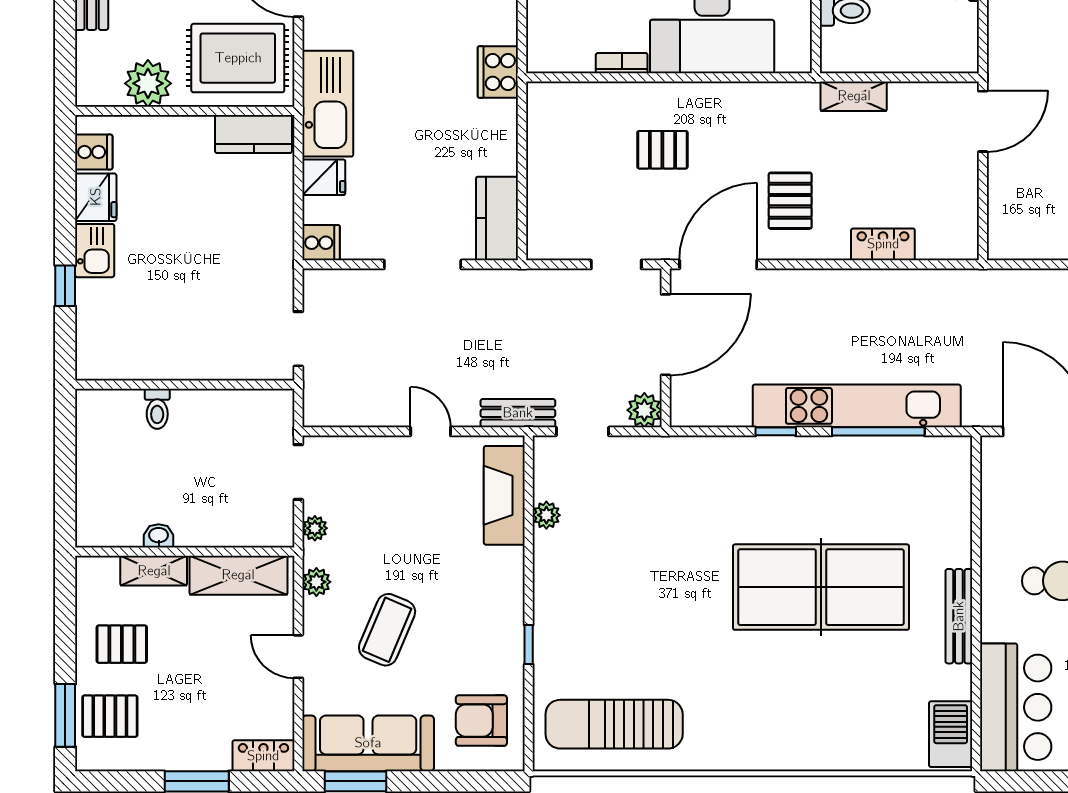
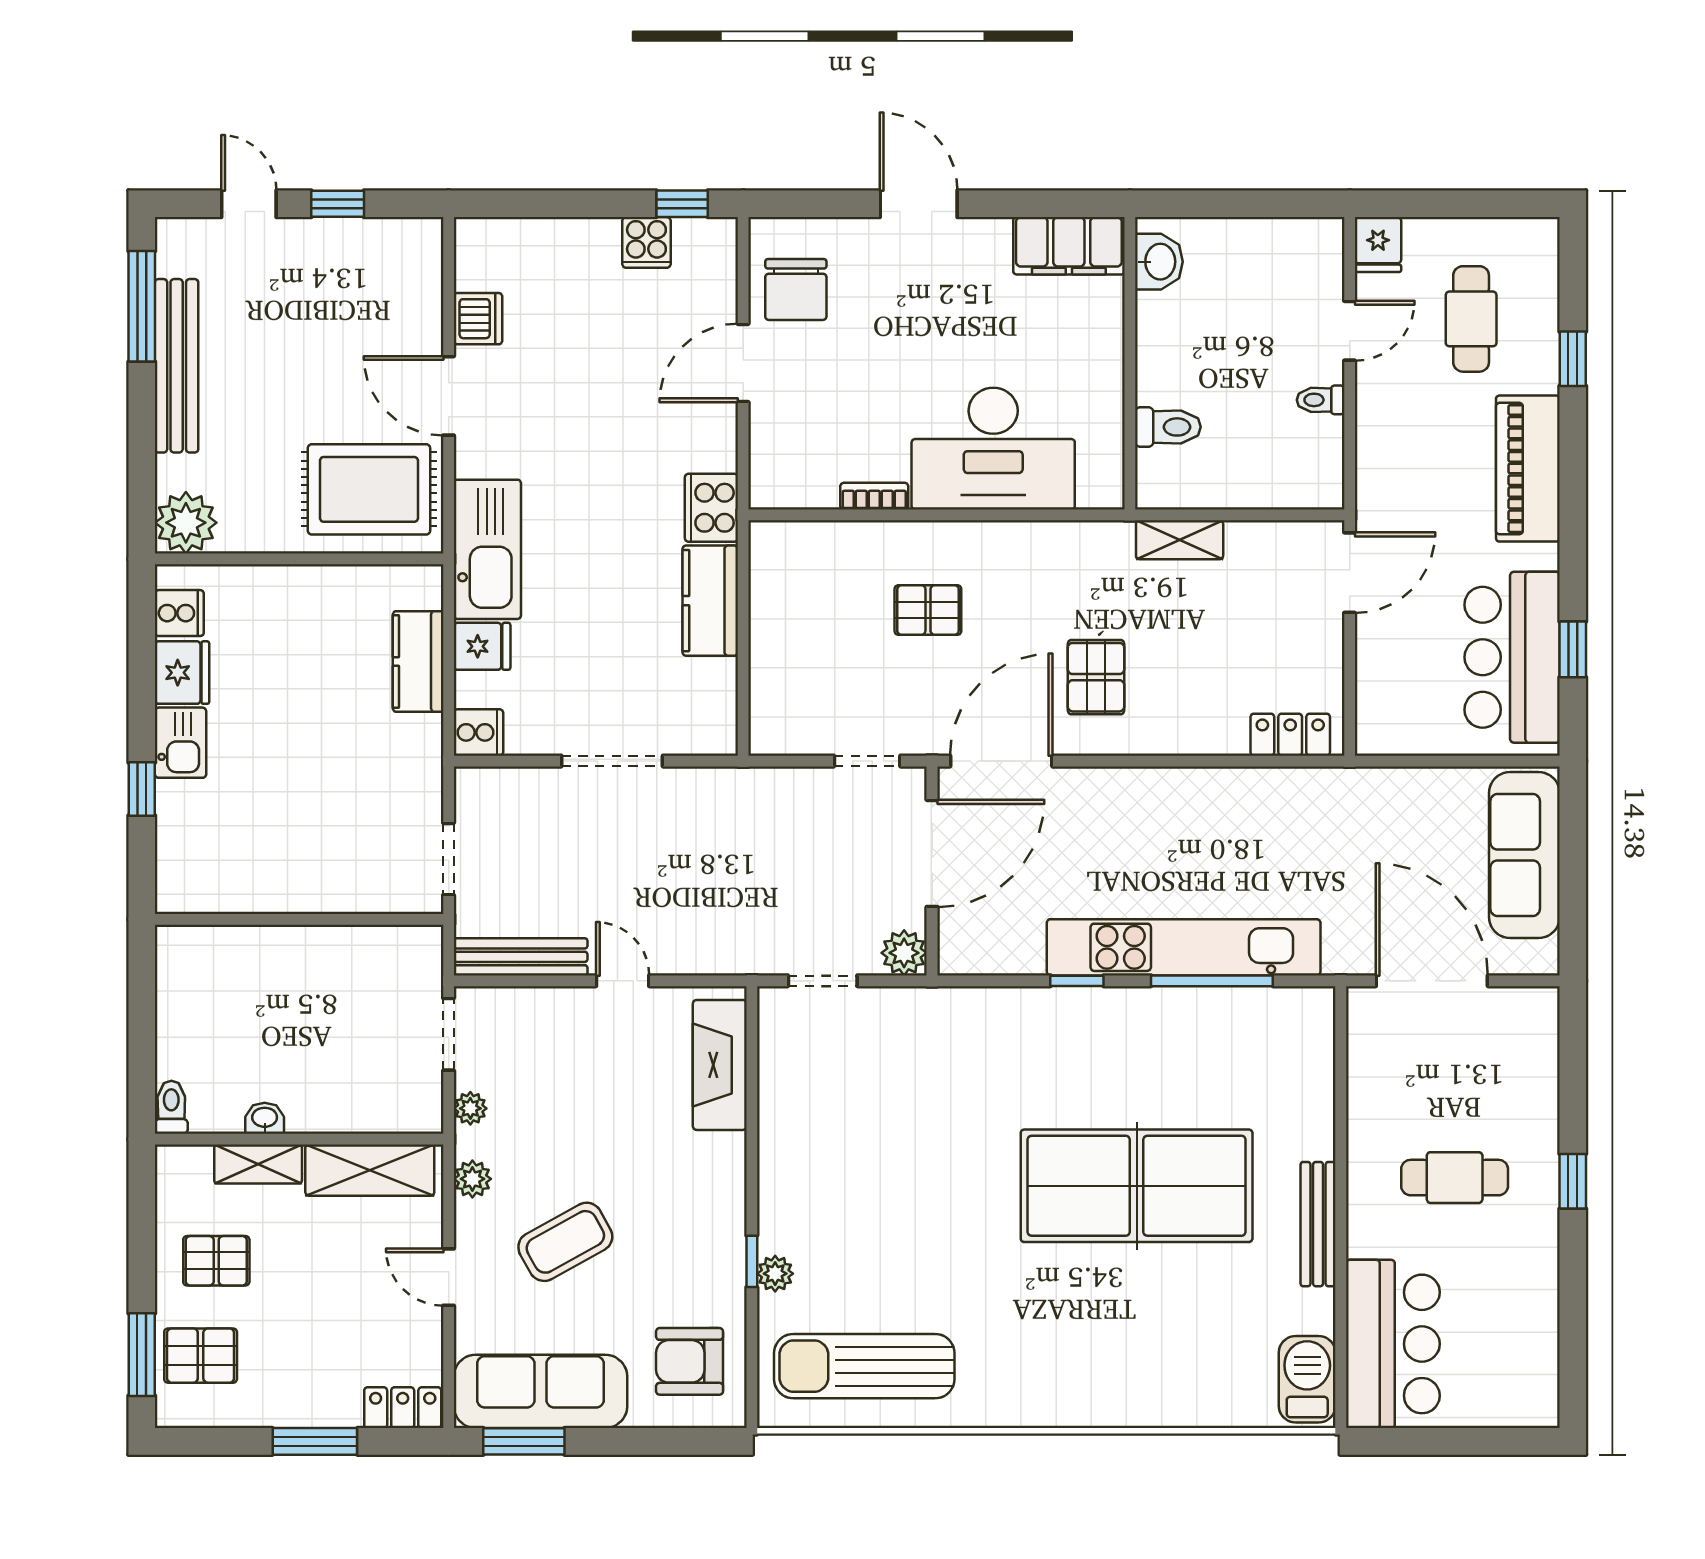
plant: (148, 83) -> (186, 523), moved
kitchen counter: (254, 134) -> (418, 661), moved, turned 90
kitchen counter: (497, 218) -> (710, 601), moved
locker: (883, 244) -> (1290, 735), moved
toilet: (157, 409) -> (171, 1107), moved, turned 180
bench: (518, 413) -> (521, 957), moved, width x1.36
plant: (546, 515) -> (775, 1274), moved
coffee table: (387, 630) -> (565, 1242), turned 38

